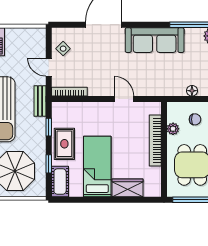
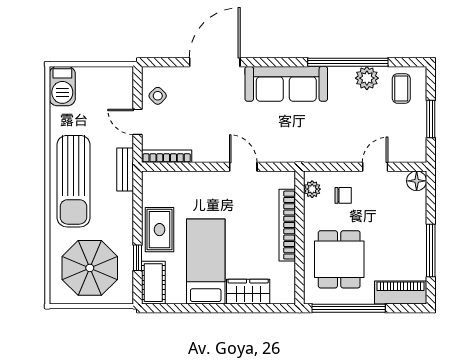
floor lamp: (192, 91) -> (339, 155), removed
window: (49, 127) -> (138, 206), removed
plant: (173, 129) -> (312, 189), moved

